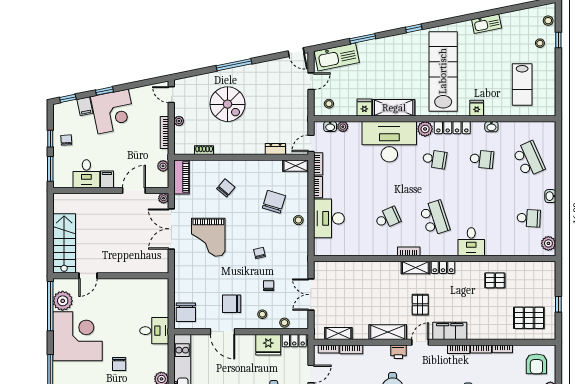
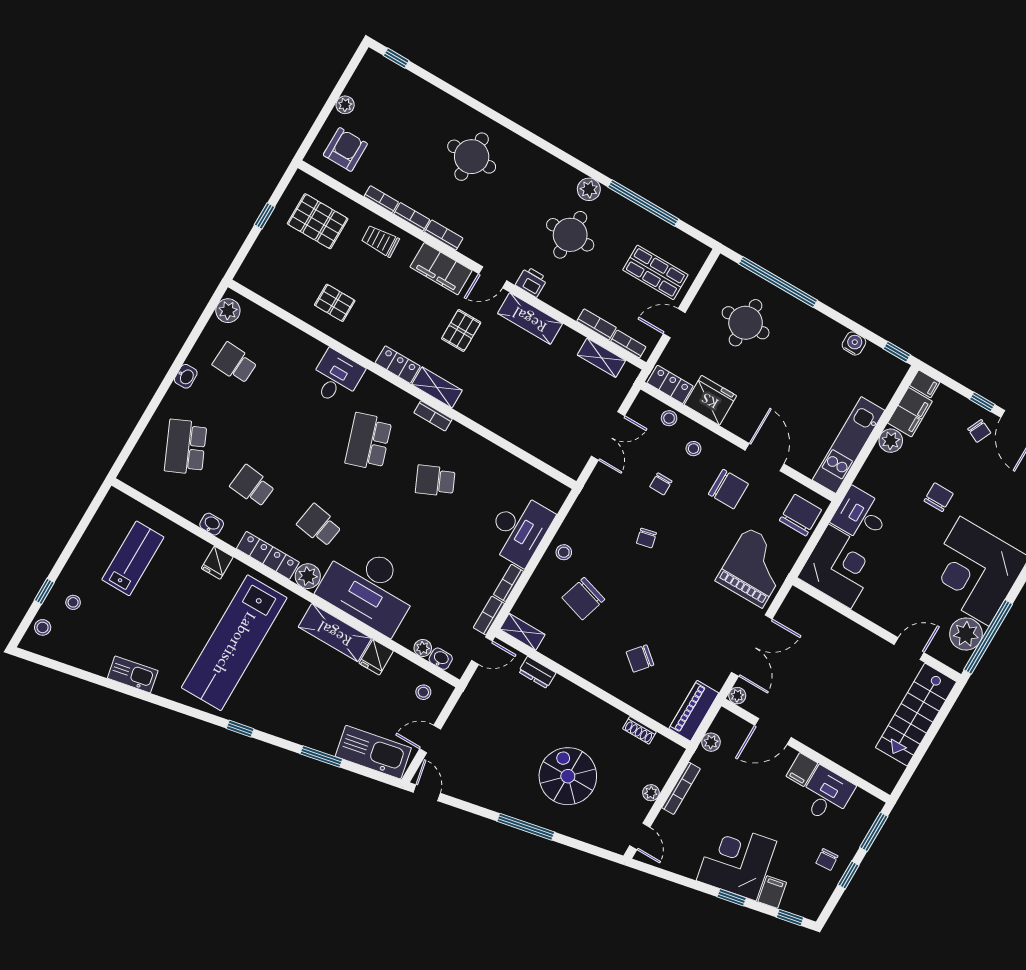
grand piano: (208, 237) -> (754, 567), moved
corner desk: (150, 297) -> (840, 566), added
trolley: (490, 327) -> (380, 241), added

